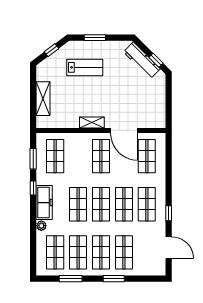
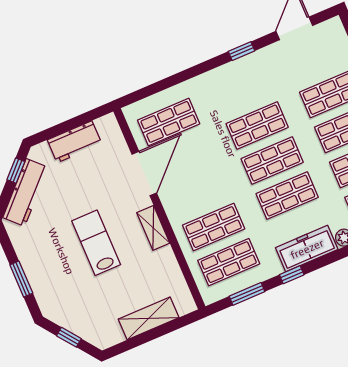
lab bench: (85, 67) -> (96, 243), moved
workbench: (158, 99) -> (75, 142), added
shop shelf: (101, 156) -> (214, 227), moved
shop shelf: (147, 204) -> (242, 90), removed

